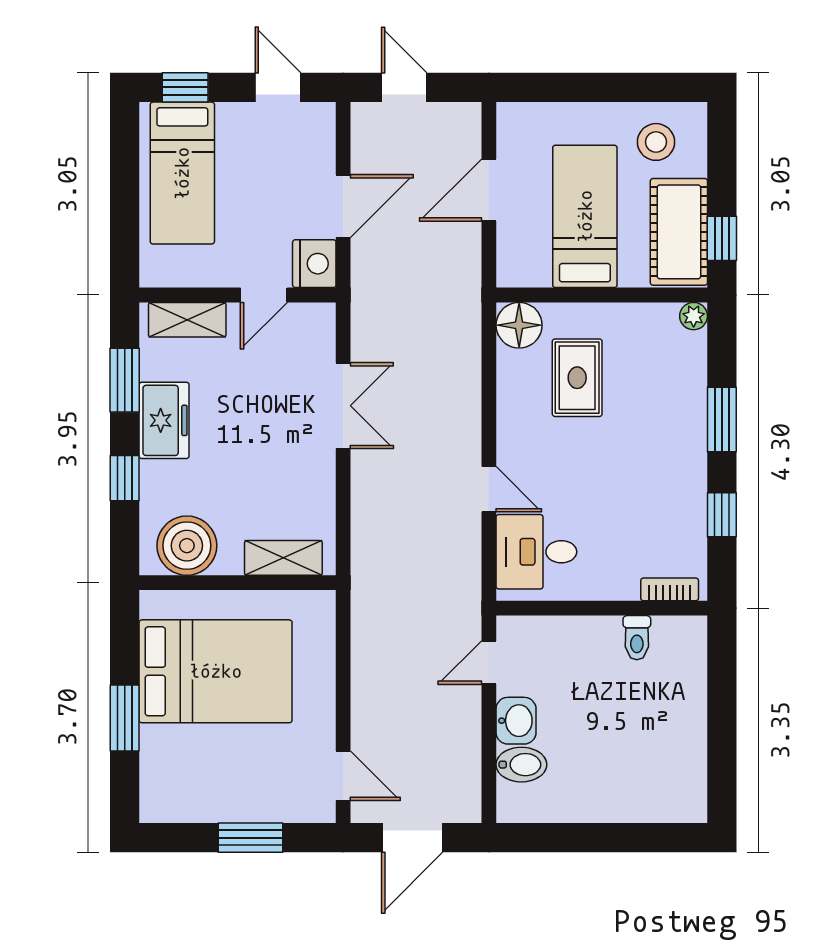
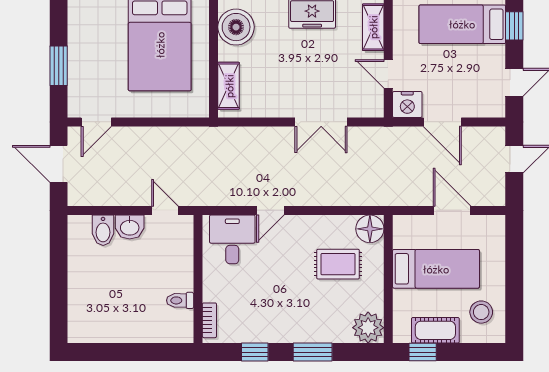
cot: (679, 232) -> (435, 330), width x0.73, depth x0.75
plant: (694, 316) -> (368, 328), width x1.88, depth x1.88

